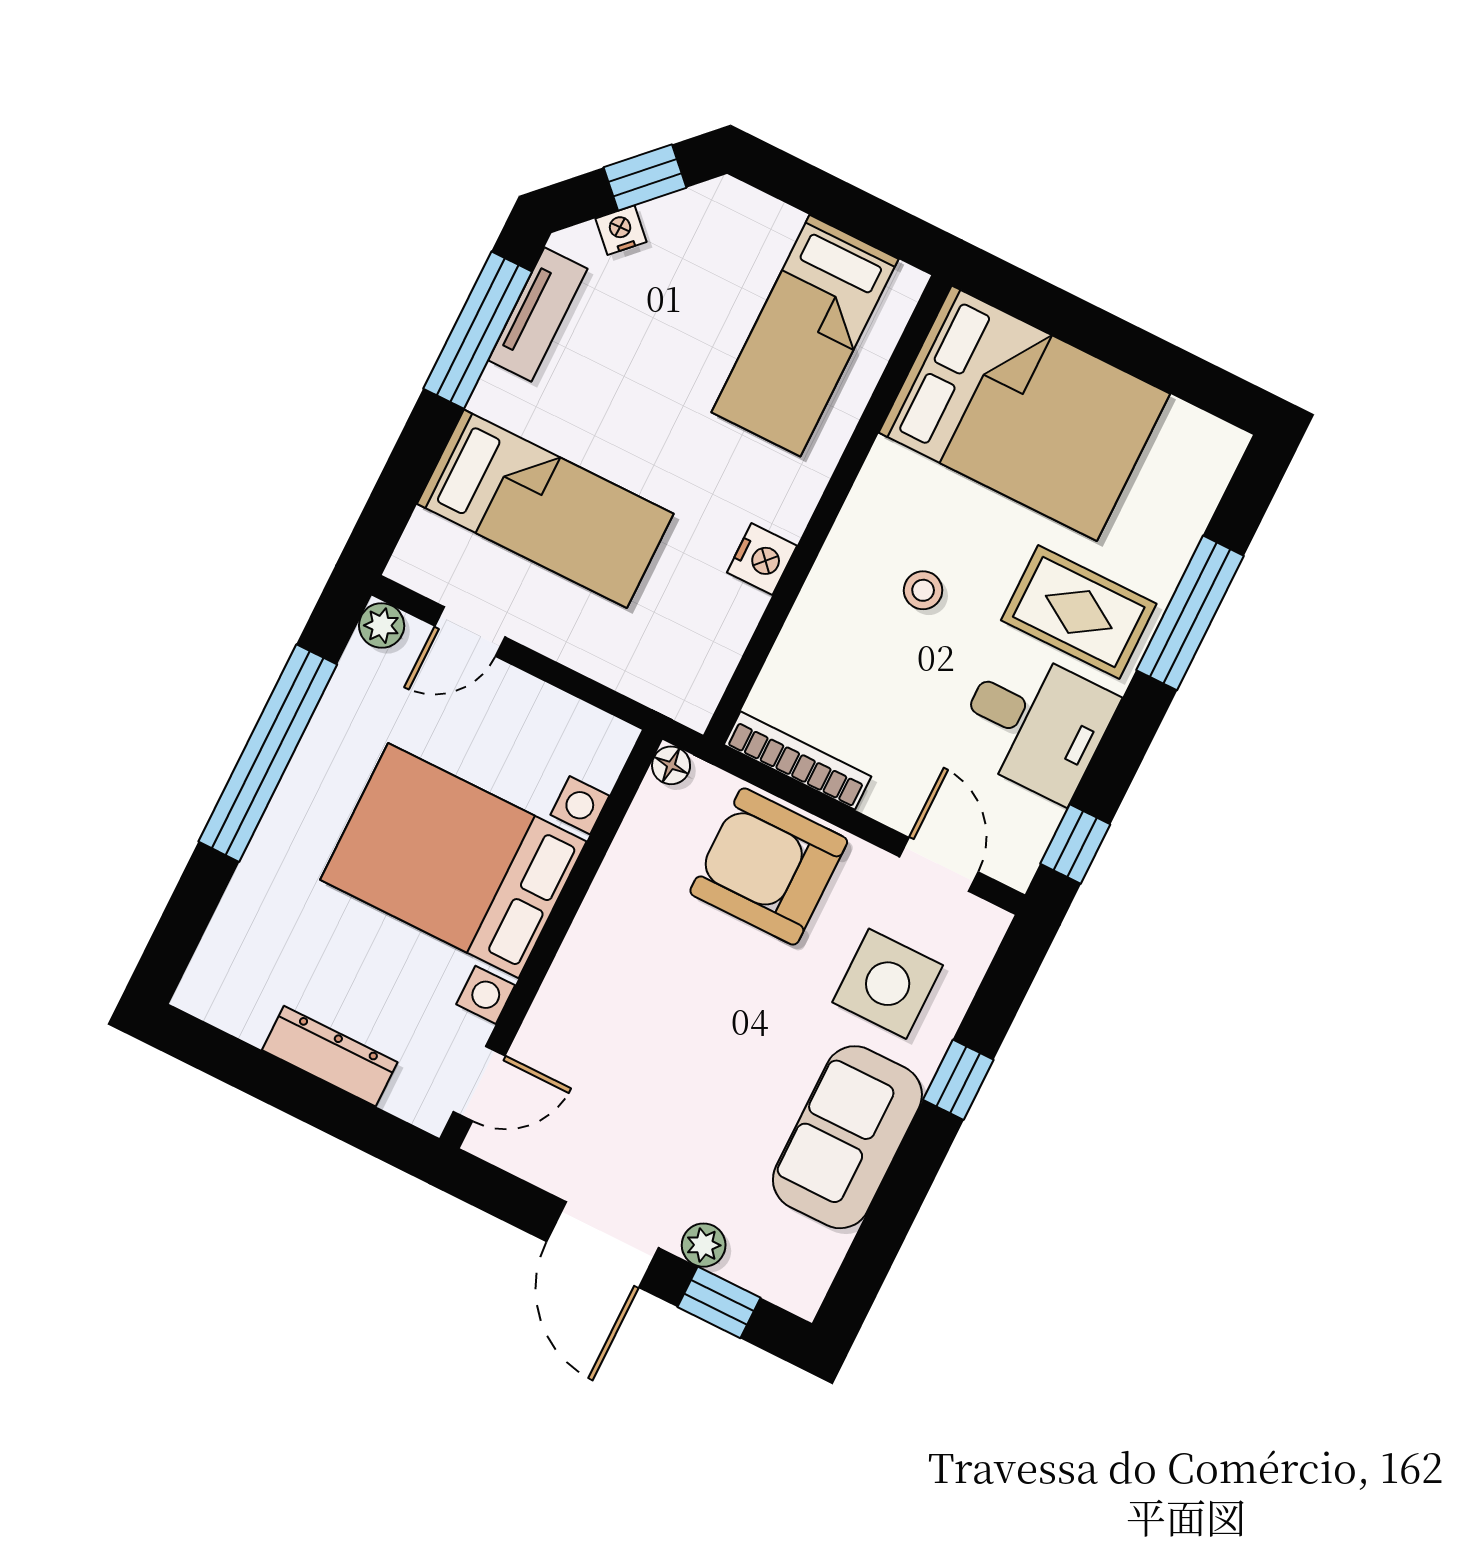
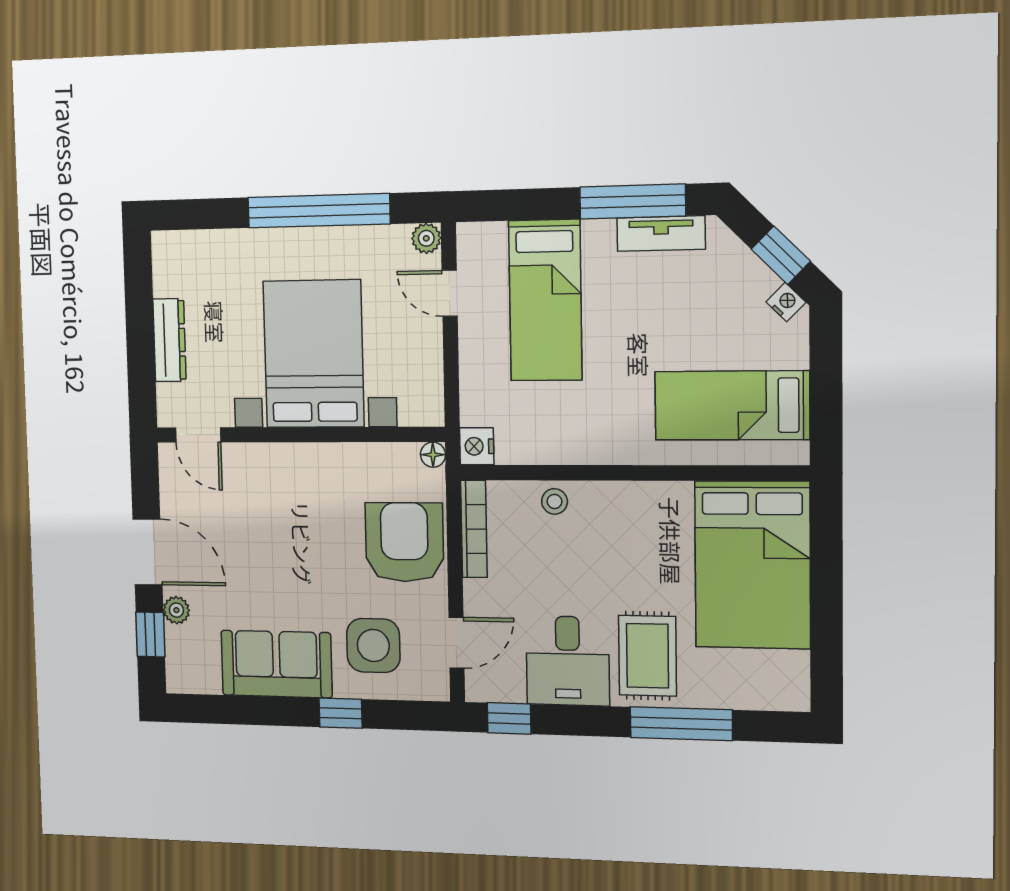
nightstand: (621, 230) -> (786, 302), moved
nightstand: (762, 559) -> (477, 446), moved, turned 90
stool: (923, 590) -> (554, 501), moved
door: (602, 1245) -> (148, 552), swing flipped

